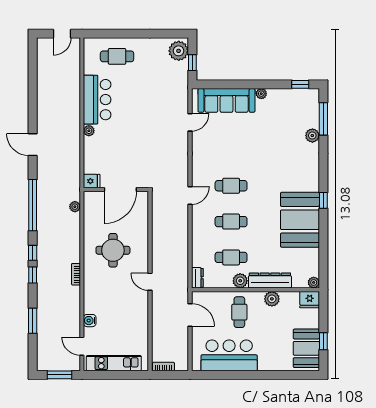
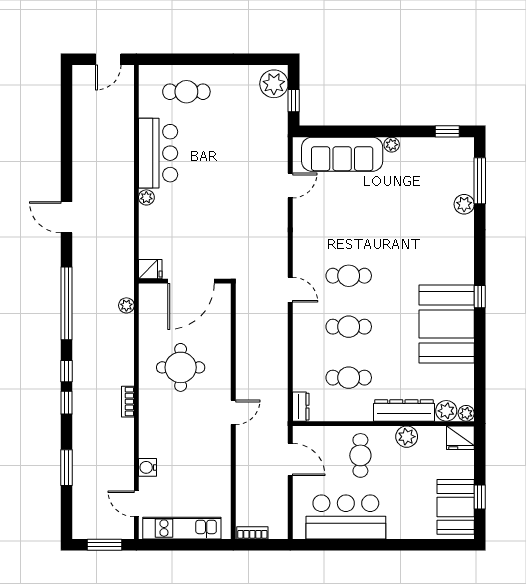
door: (190, 196) -> (290, 290), hinge flipped
plant: (240, 281) -> (446, 411), moved
door: (150, 282) -> (233, 412), swing flipped

